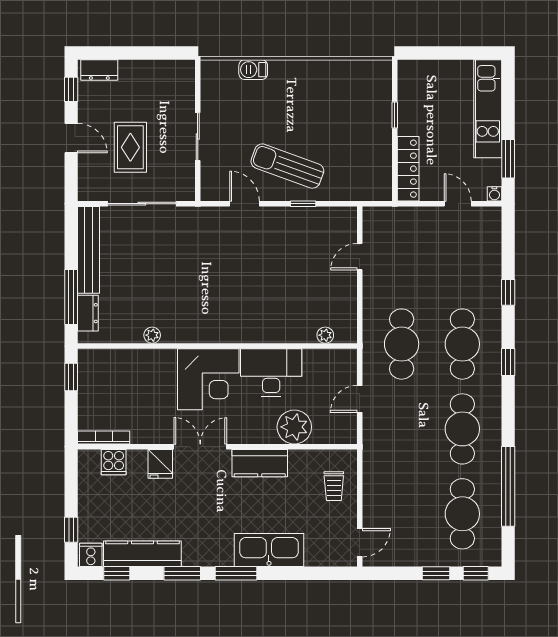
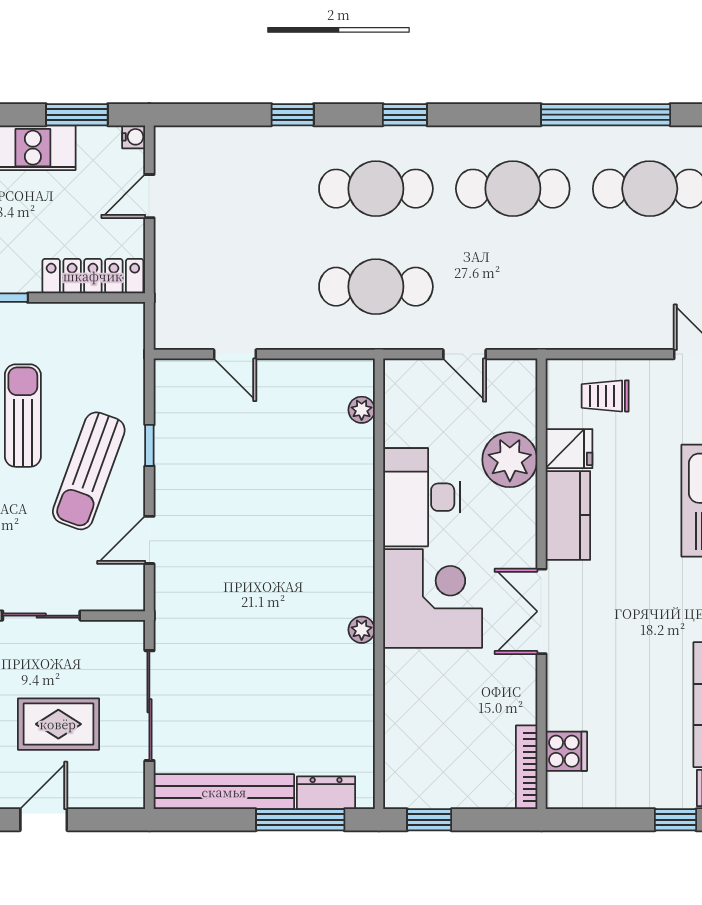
sun lounger: (322, 125) -> (23, 416), added
plant: (152, 335) -> (362, 630), moved
fridge: (160, 464) -> (569, 449), moved
trolley: (334, 486) -> (605, 396), turned 180

